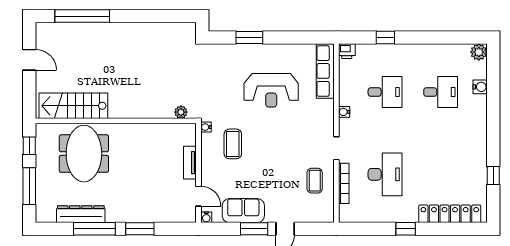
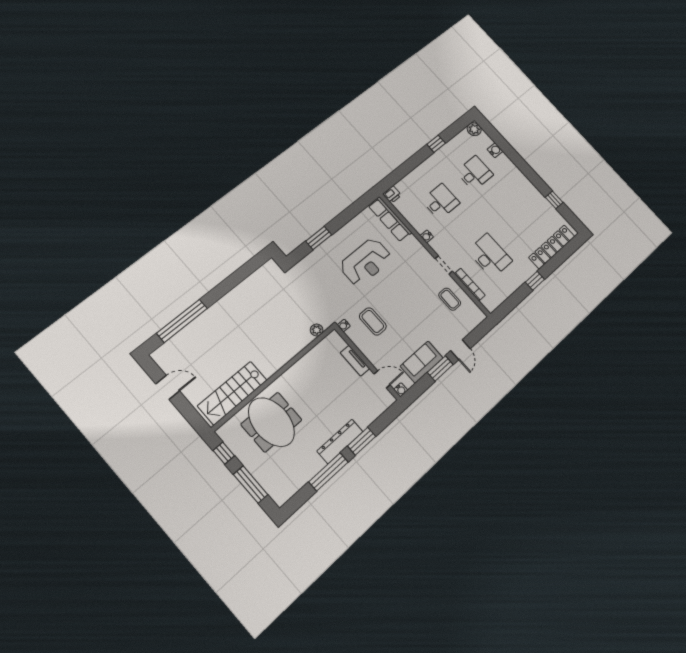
window: (385, 37) -> (436, 144), moved
dresser: (81, 214) -> (340, 441), moved

